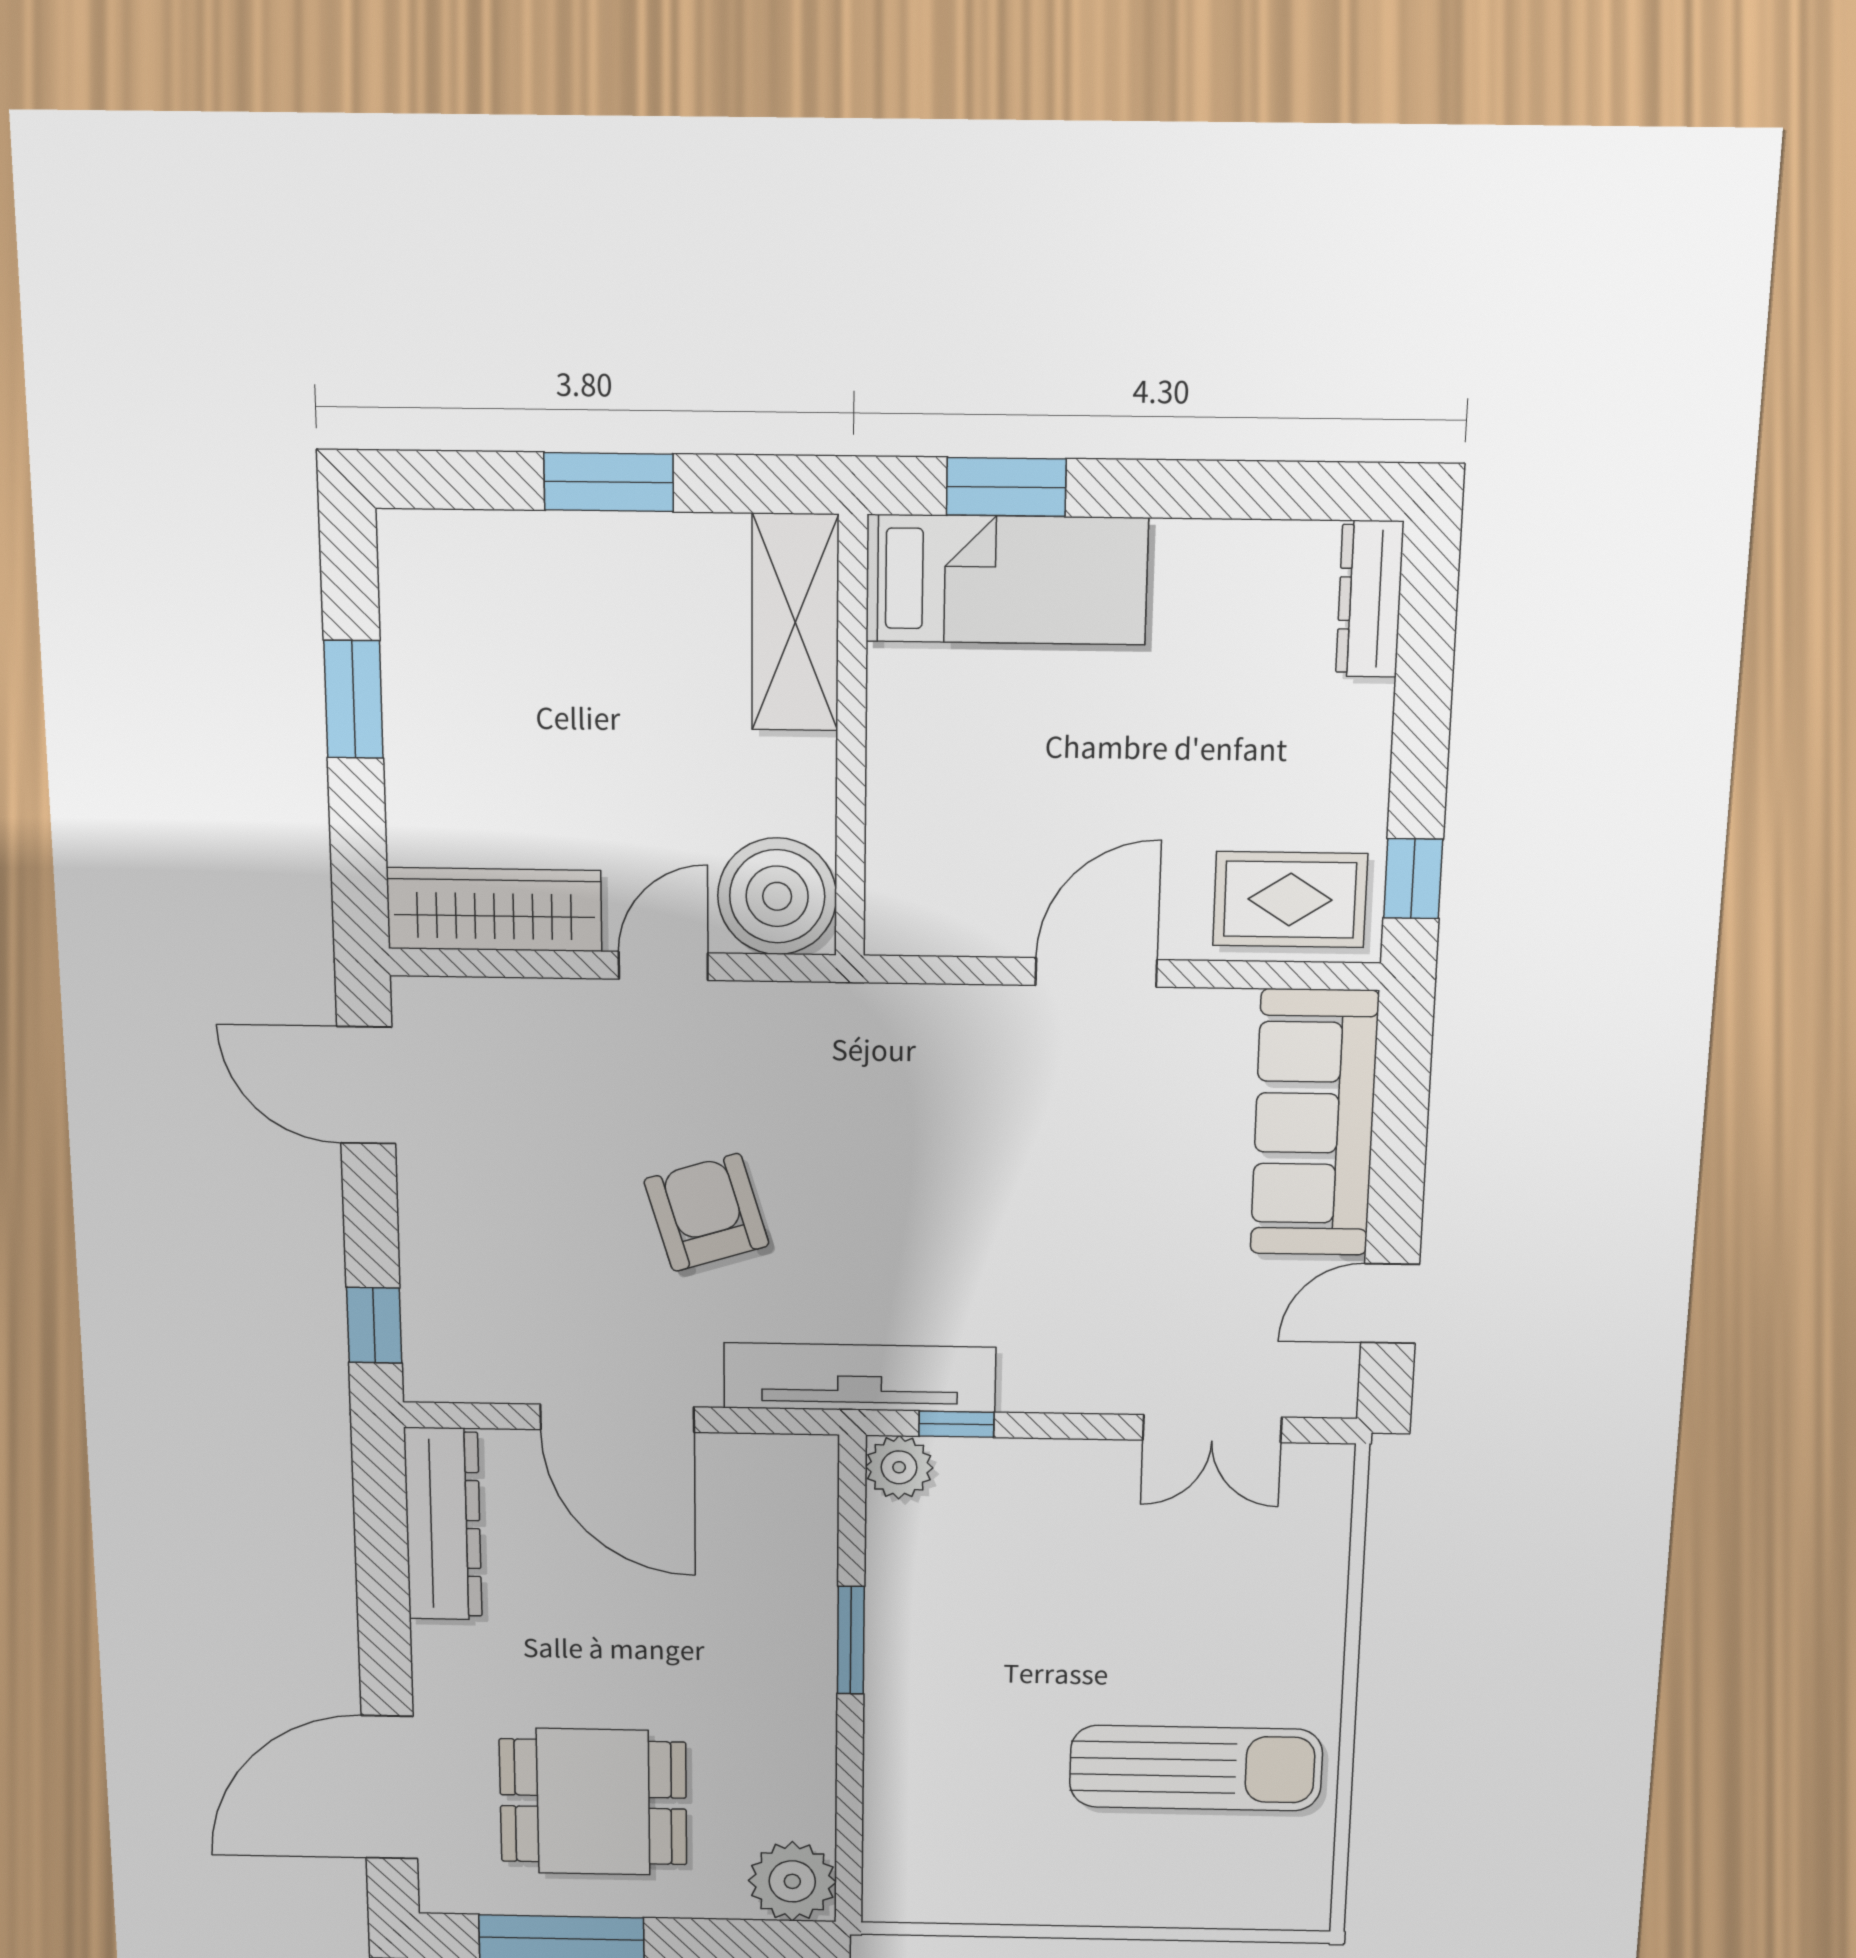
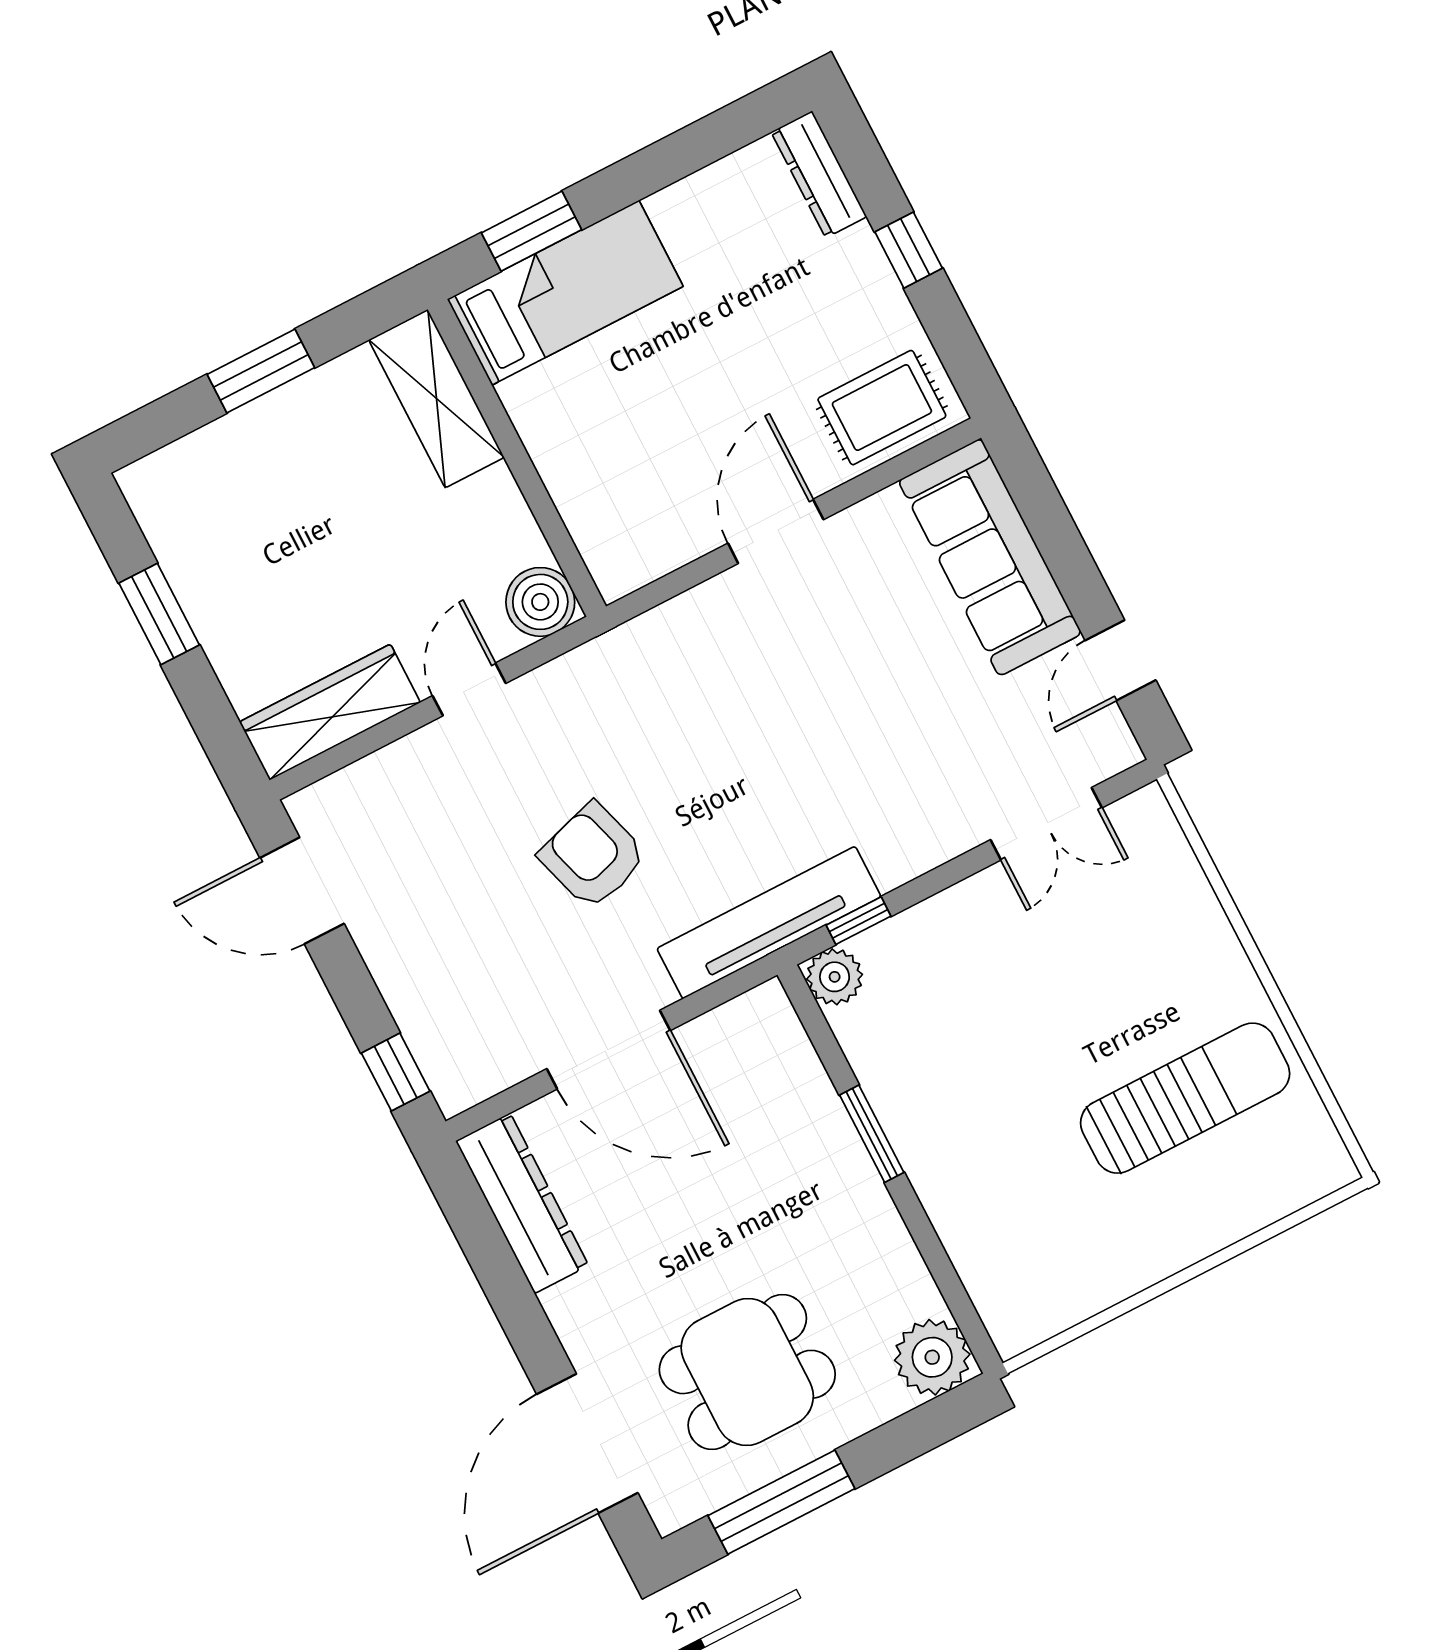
window: (1413, 879) -> (909, 250), moved
boiler: (777, 896) -> (540, 602), width x0.73, depth x0.73

